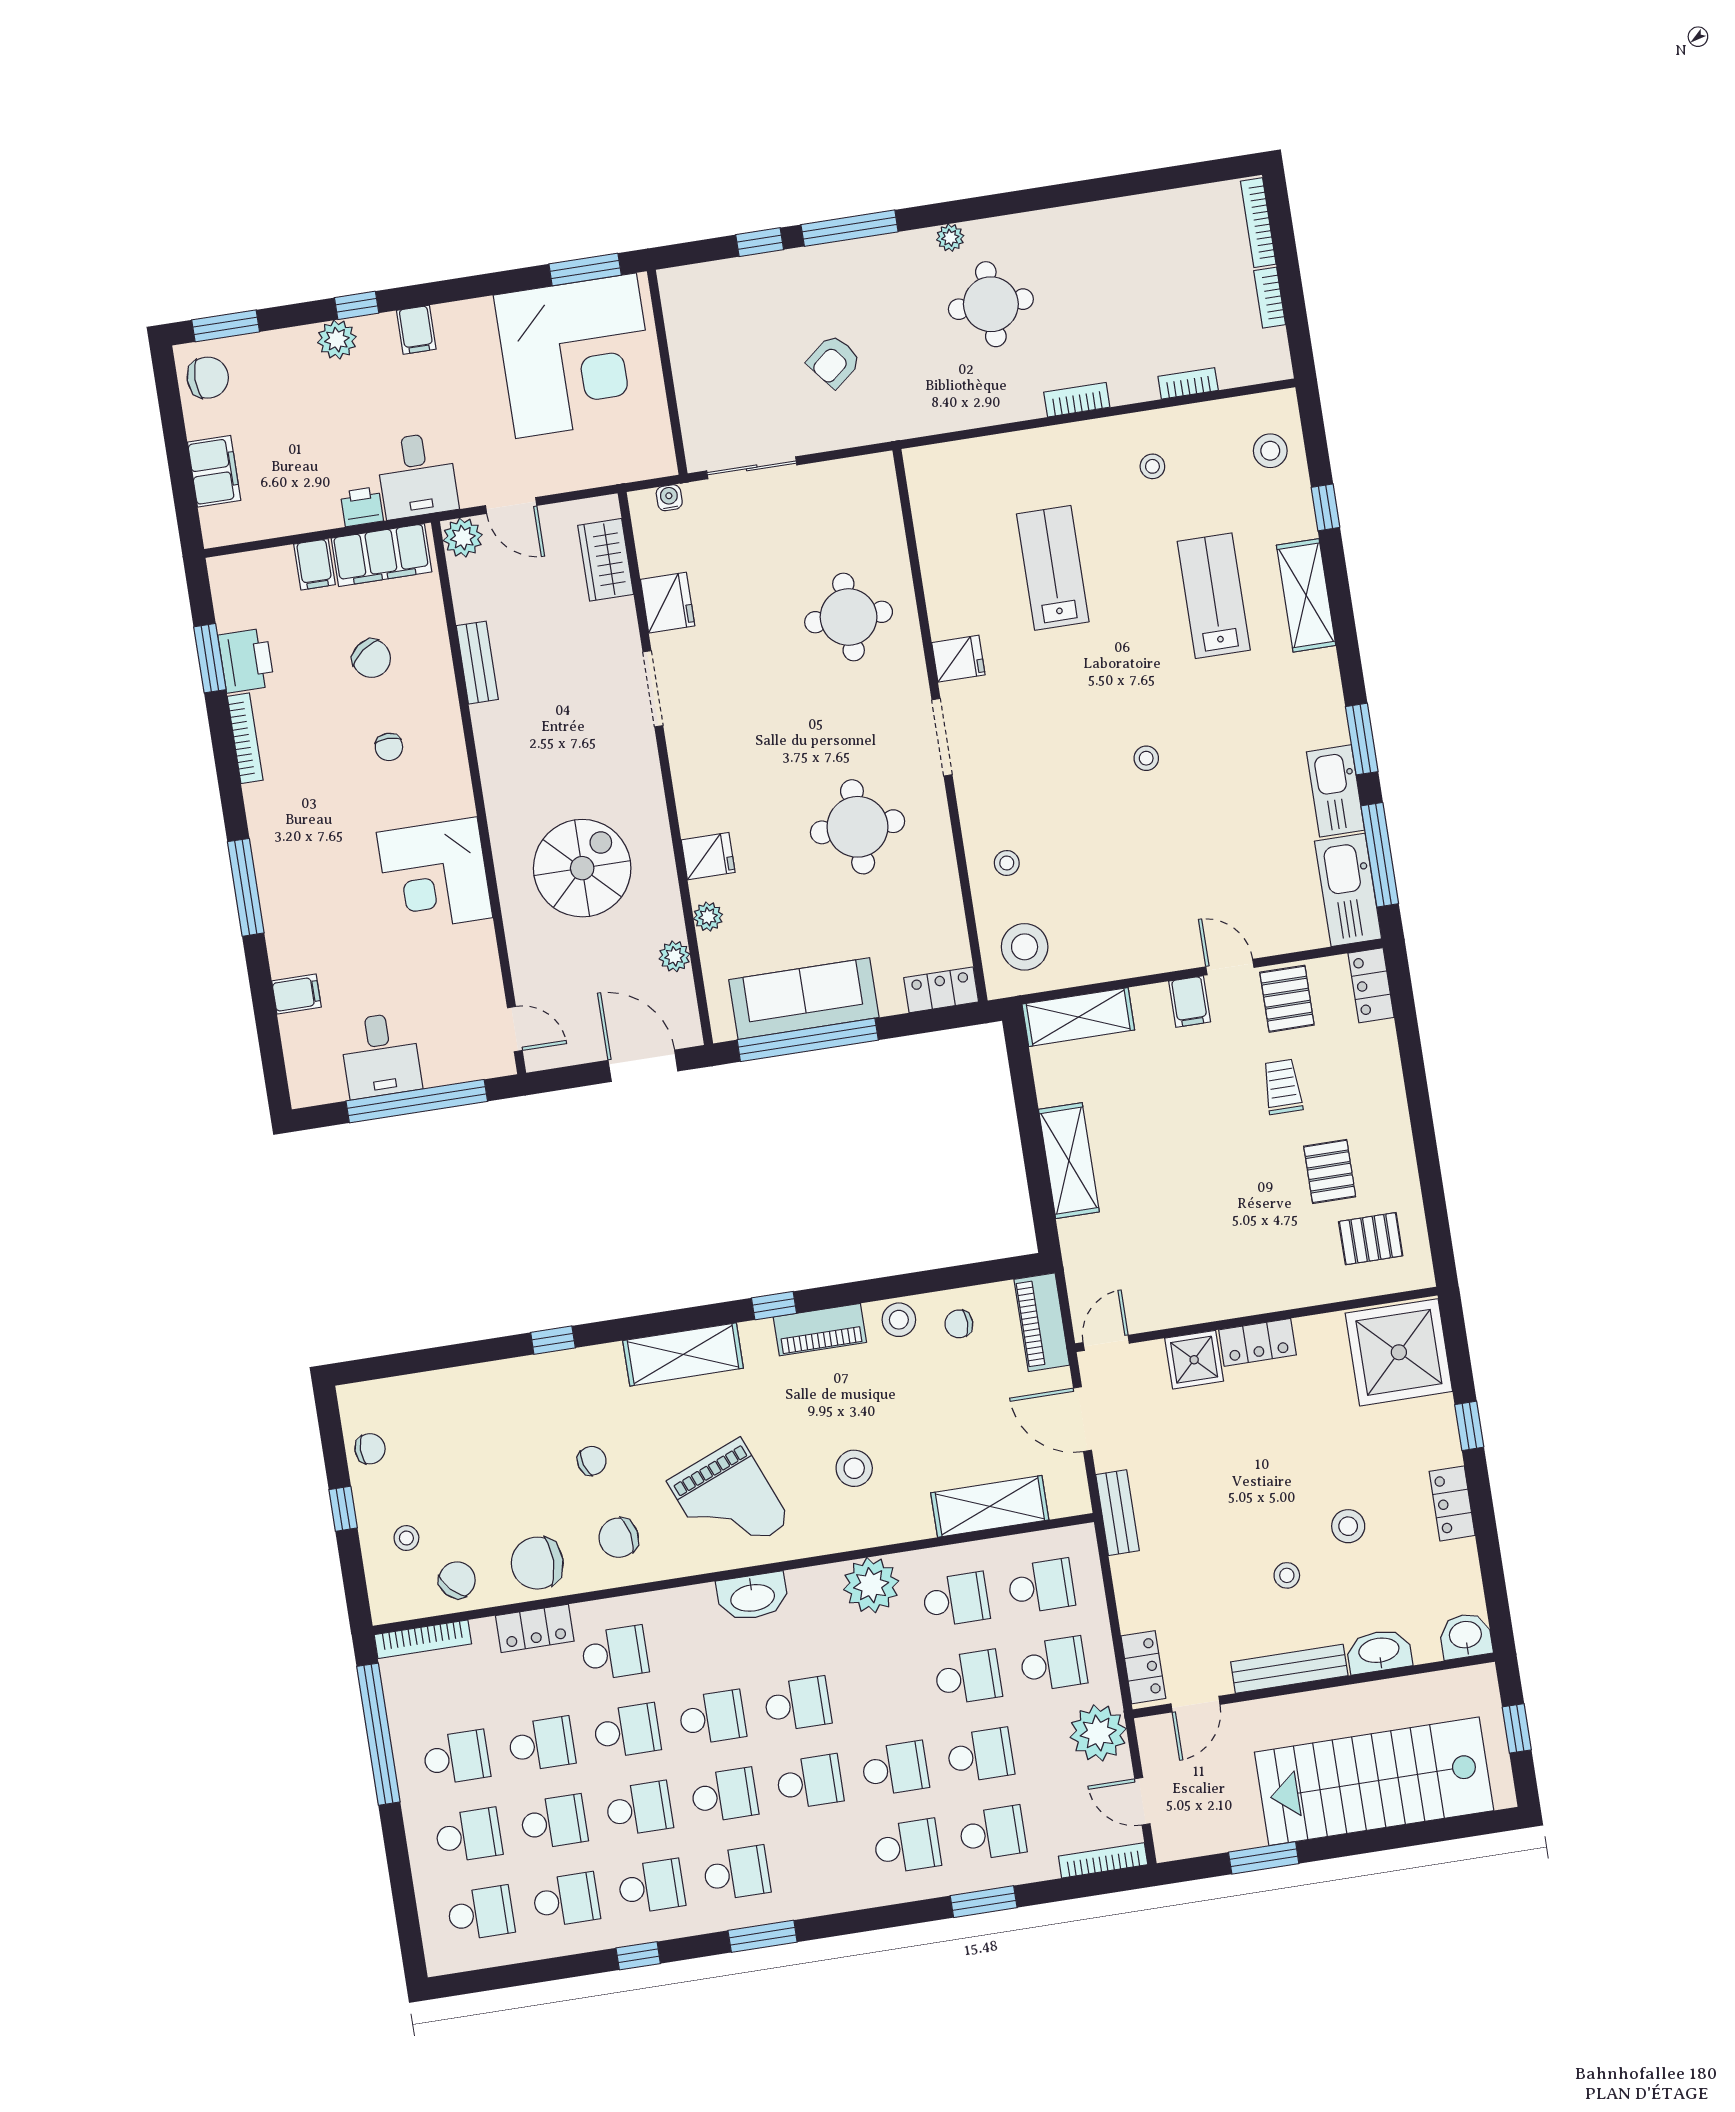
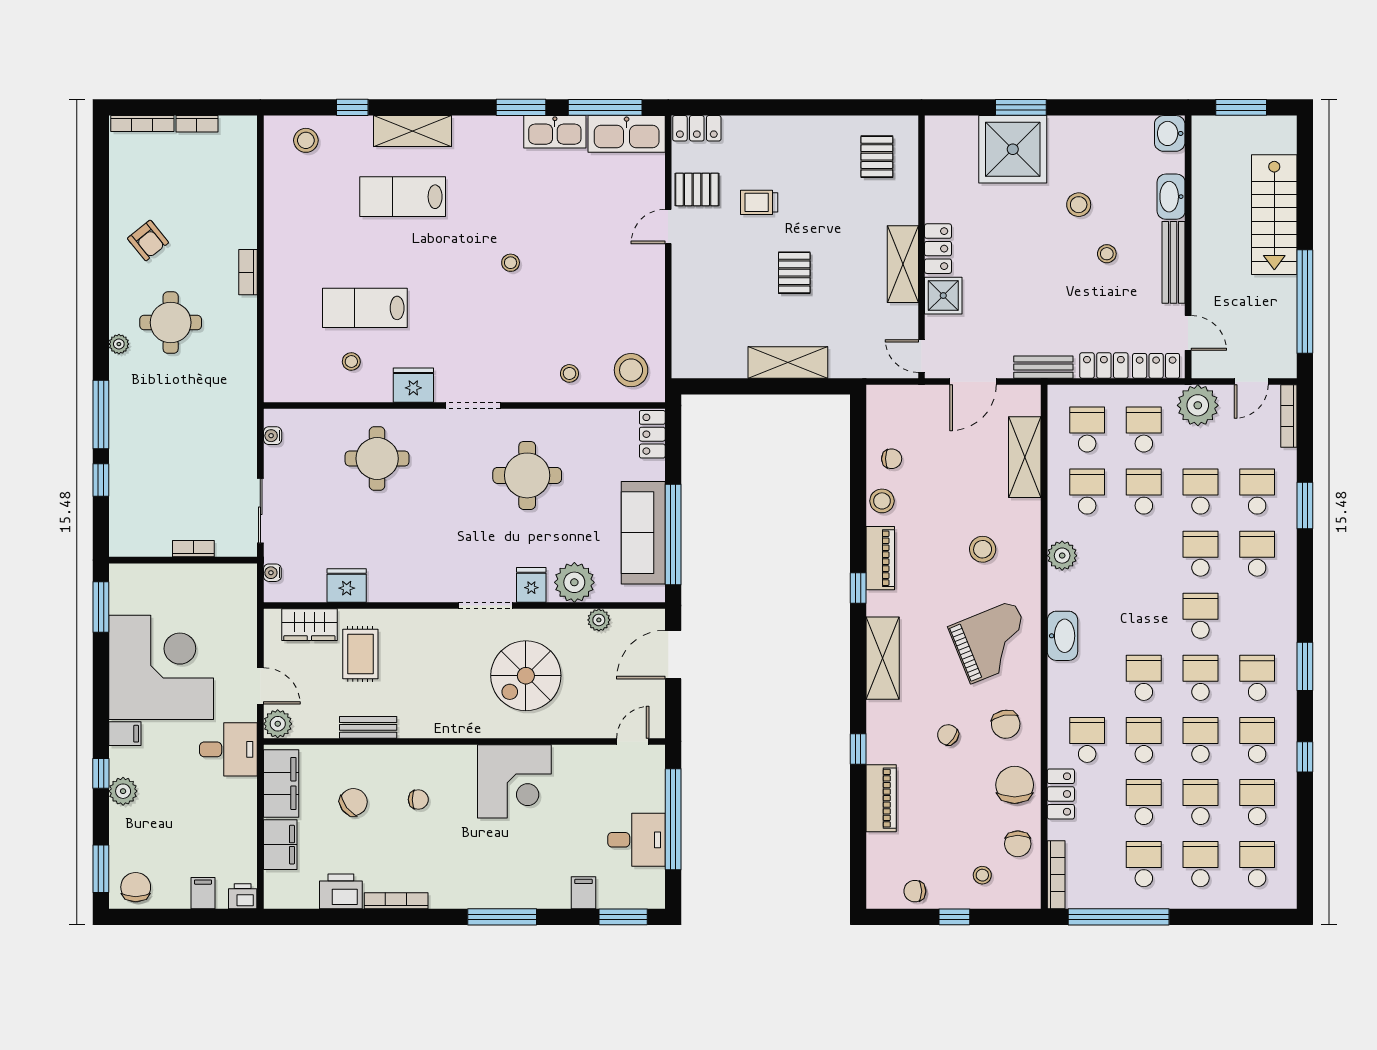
corner desk: (576, 356) -> (161, 667), moved
armchair: (834, 361) -> (148, 240), moved
bookcase: (1188, 383) -> (193, 549), moved, turned 90
stool: (1152, 466) -> (351, 361), moved
water cooler: (857, 468) -> (273, 436), added
filing cabinet: (214, 471) -> (203, 893), width x0.50
door: (511, 506) -> (260, 686), hinge flipped
printer: (362, 507) -> (243, 896), moved, turned 90
filing cabinet: (315, 564) -> (280, 845), width x2.00
rug: (576, 636) -> (360, 654), added
window: (210, 658) -> (623, 917), moved
fridge: (958, 659) -> (413, 385), width x1.38
doorway: (653, 689) -> (485, 605), moved
spiral stairs: (582, 868) -> (526, 676), turned -90
plant: (708, 917) -> (574, 582), width x1.88, depth x1.88
filing cabinet: (1190, 1002) -> (688, 259), removed
shelving: (1078, 1017) -> (903, 264), moved
pallet: (1330, 1171) -> (794, 273), moved, turned 90
piano: (1042, 1322) -> (881, 798), moved, turned -90
chair: (959, 1324) -> (892, 459), turned -90
shower: (1399, 1352) -> (1013, 149), moved
window: (1469, 1426) -> (1021, 107), width x1.50
chair: (370, 1449) -> (915, 891), turned -90
chair: (592, 1461) -> (948, 735), turned -38
locker: (1452, 1503) -> (1104, 365), moved, turned 180
chair: (537, 1563) -> (1015, 785), turned 180
chair: (457, 1580) -> (1018, 844), turned -136
plant: (871, 1585) -> (1062, 556), width x0.73, depth x0.73
school desk: (797, 1704) -> (1144, 616), removed
window: (1517, 1728) -> (1241, 107), width x1.50
stairs: (1374, 1781) -> (1274, 215), width x0.73, depth x0.66
window: (1264, 1858) -> (1305, 302), width x2.11

